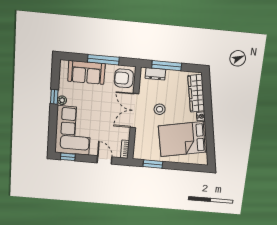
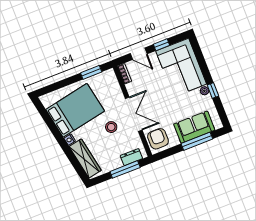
window: (103, 60) -> (197, 141), moved
armchair: (124, 78) -> (158, 139), turned -90
window: (68, 157) -> (162, 45), moved

